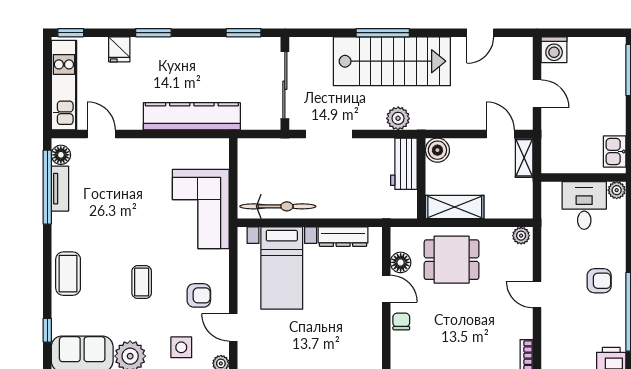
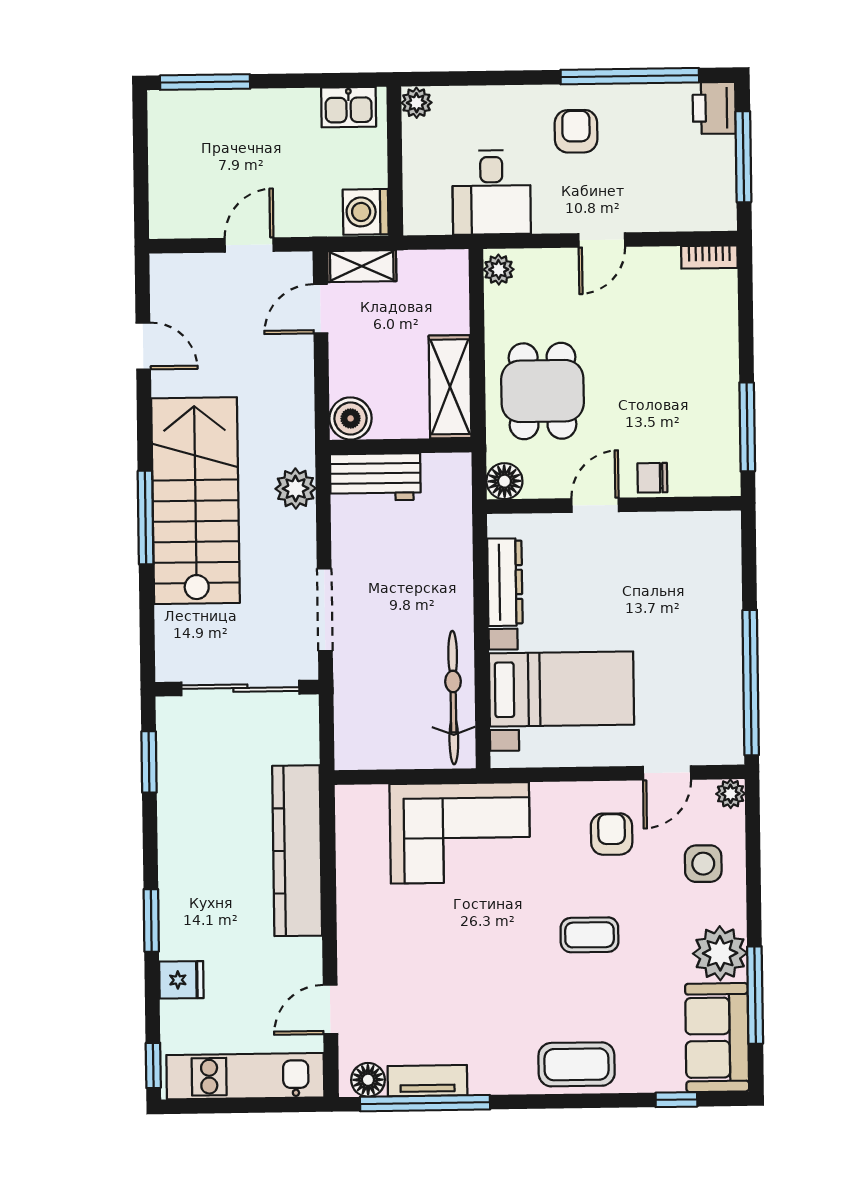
washing machine: (554, 50) -> (366, 212), moved, turned 180
desk: (584, 205) -> (492, 192), moved, turned -90
floor lamp: (401, 262) -> (504, 481), moved

